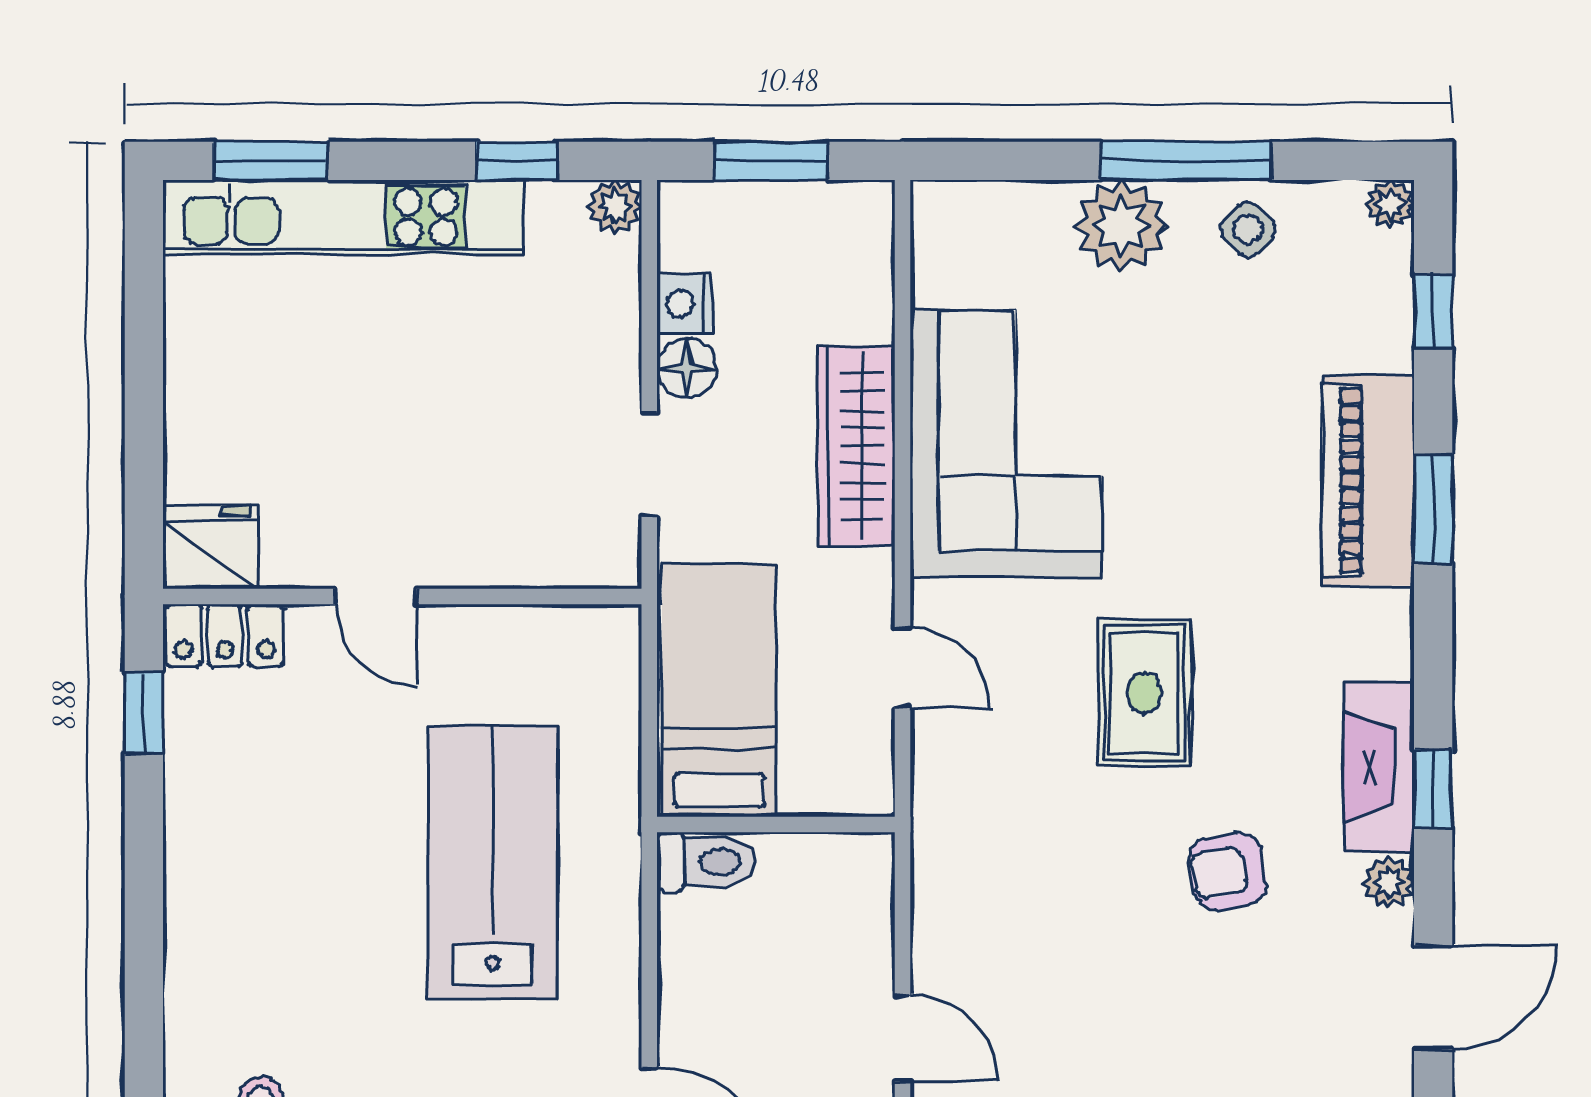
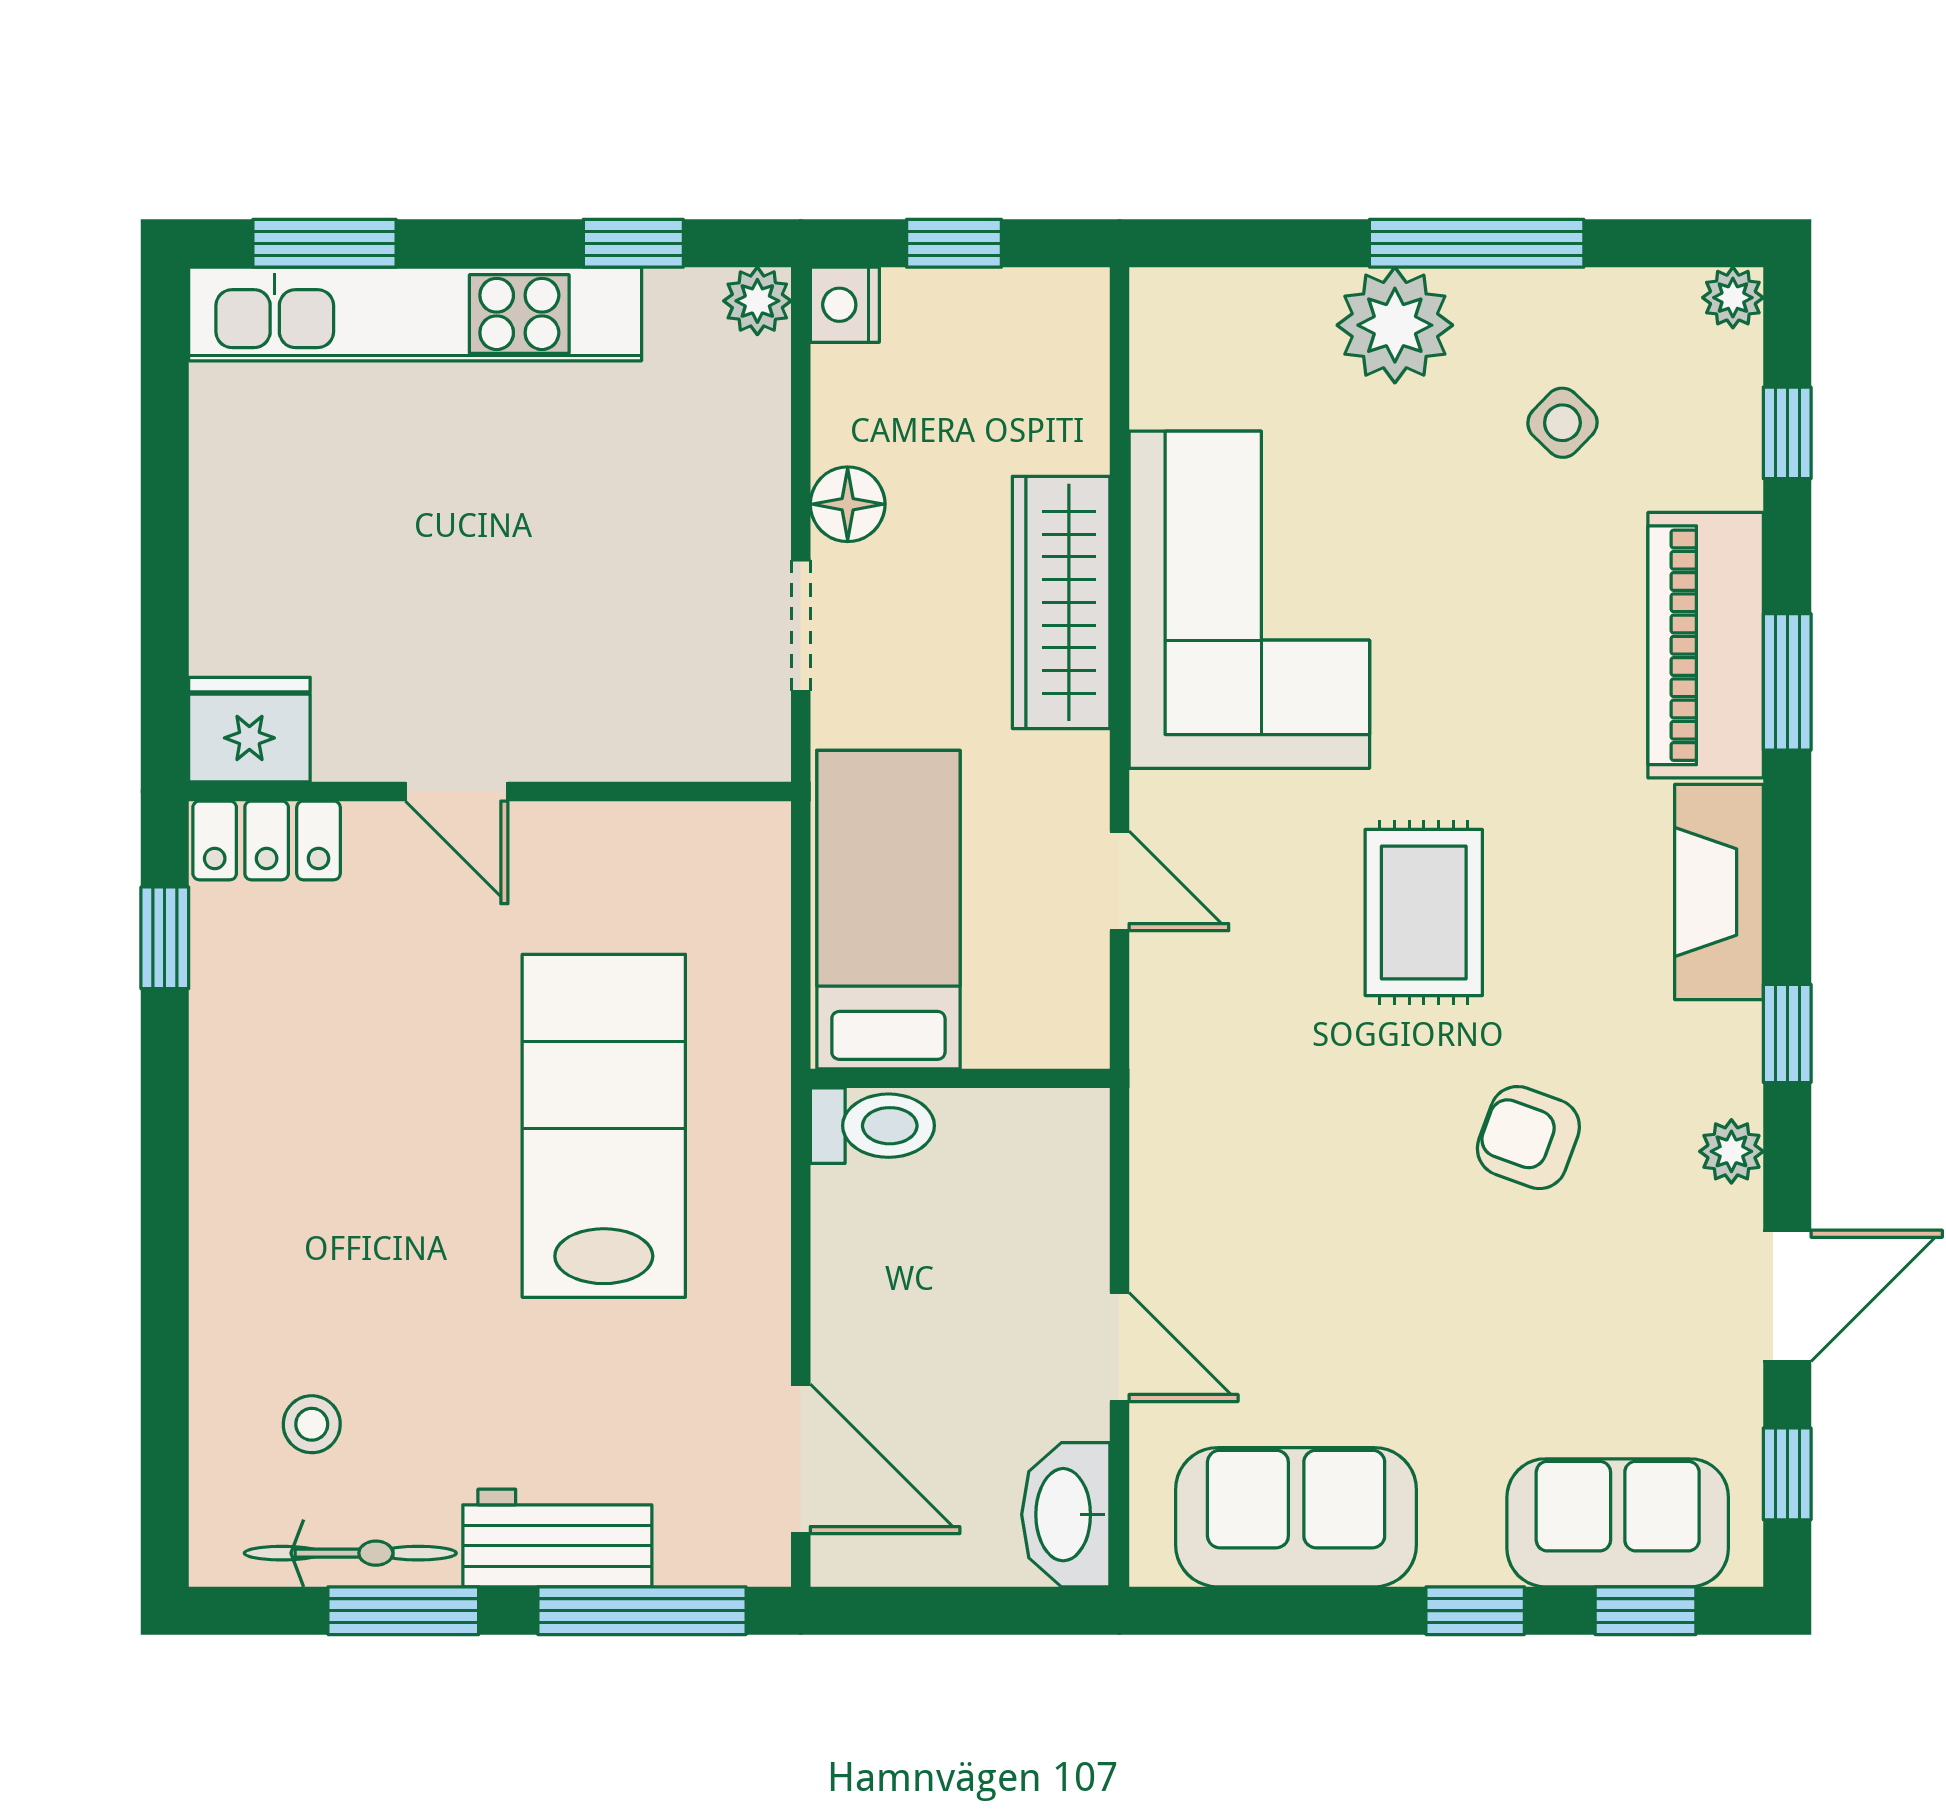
window: (771, 161) -> (954, 243), width x0.67
side table: (1248, 229) -> (1562, 423), moved
nightstand: (684, 304) -> (845, 305), moved
fireplace: (1379, 767) -> (1719, 892), moved
armchair: (1227, 871) -> (1528, 1138), turned 30

